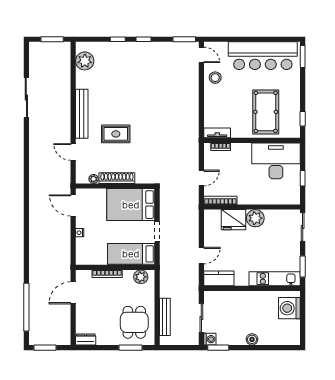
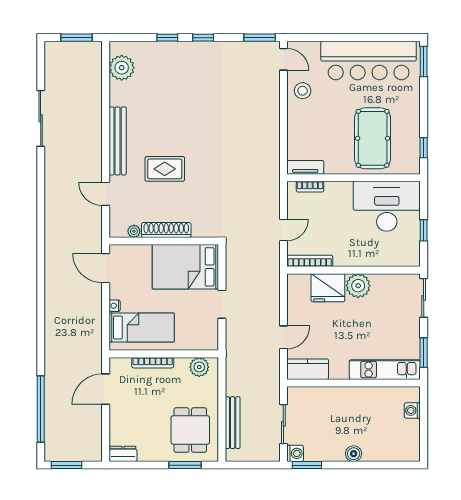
bed: (131, 254) -> (142, 328), moved, turned 180
washing machine: (289, 308) -> (412, 410), width x0.53, depth x0.53

